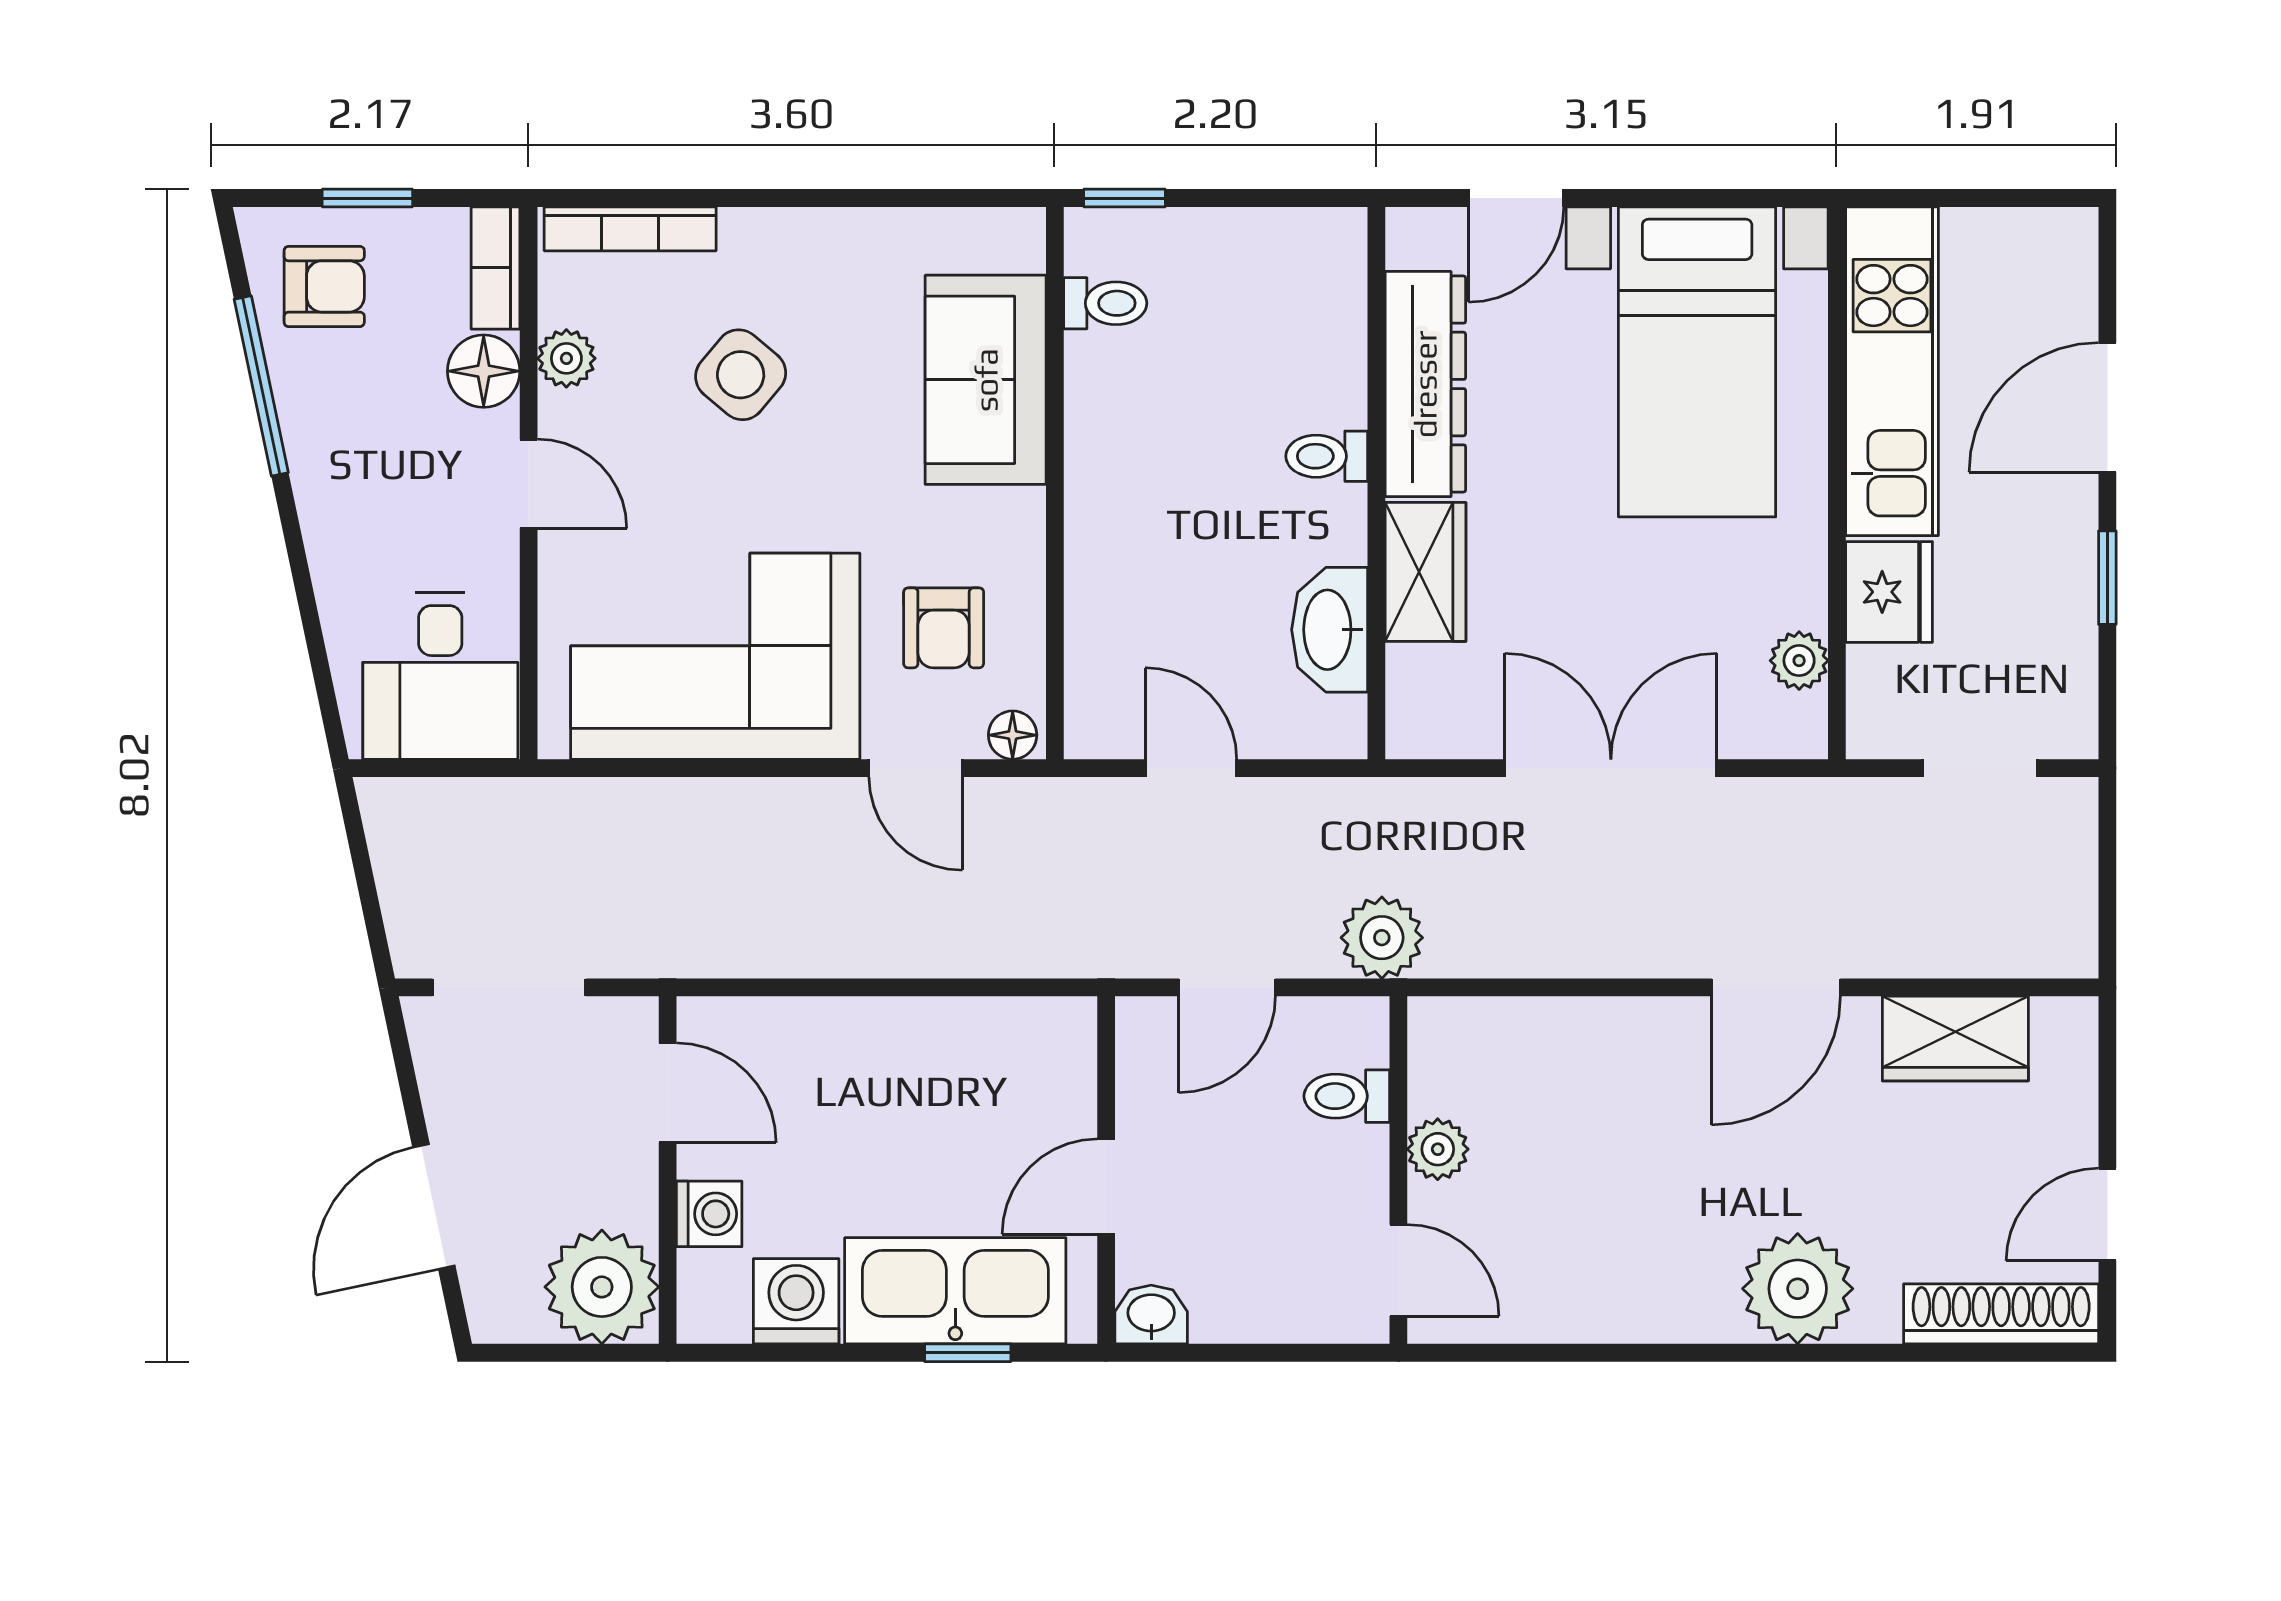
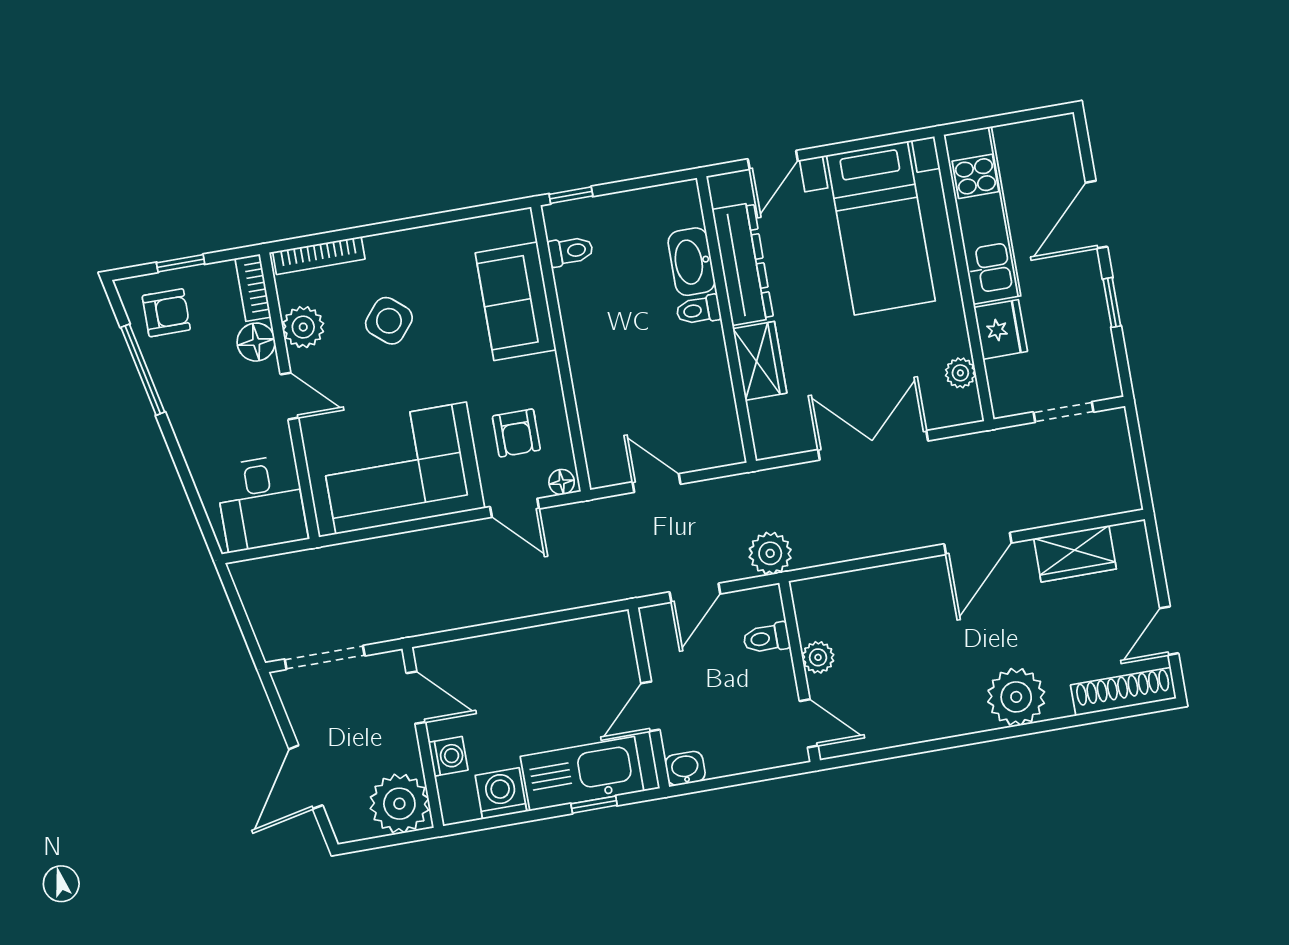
plant: (566, 358) -> (303, 327), width x1.38, depth x1.38
washbasin: (1330, 630) -> (692, 262), moved

